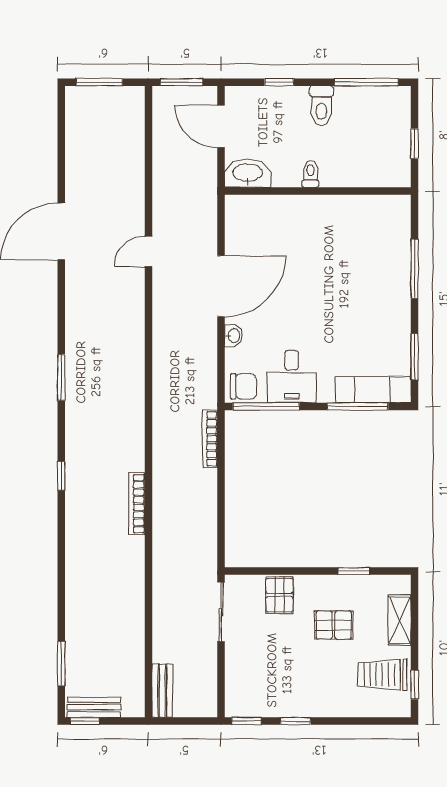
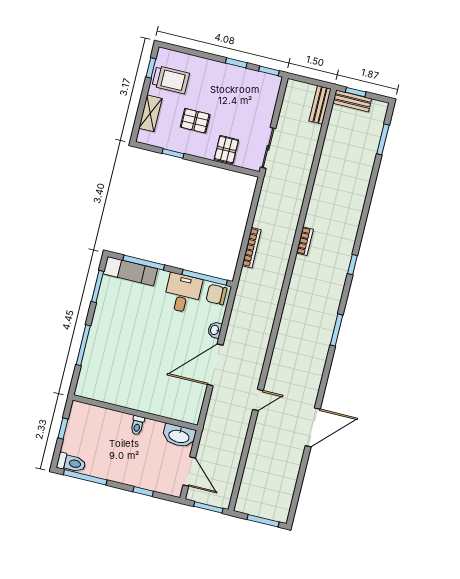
toilet: (321, 106) -> (71, 463), moved, turned 90
bookcase: (210, 439) -> (252, 248), moved
bookcase: (137, 504) -> (305, 241), width x0.64
bench: (94, 707) -> (352, 101), moved
window: (85, 721) -> (356, 92), moved

